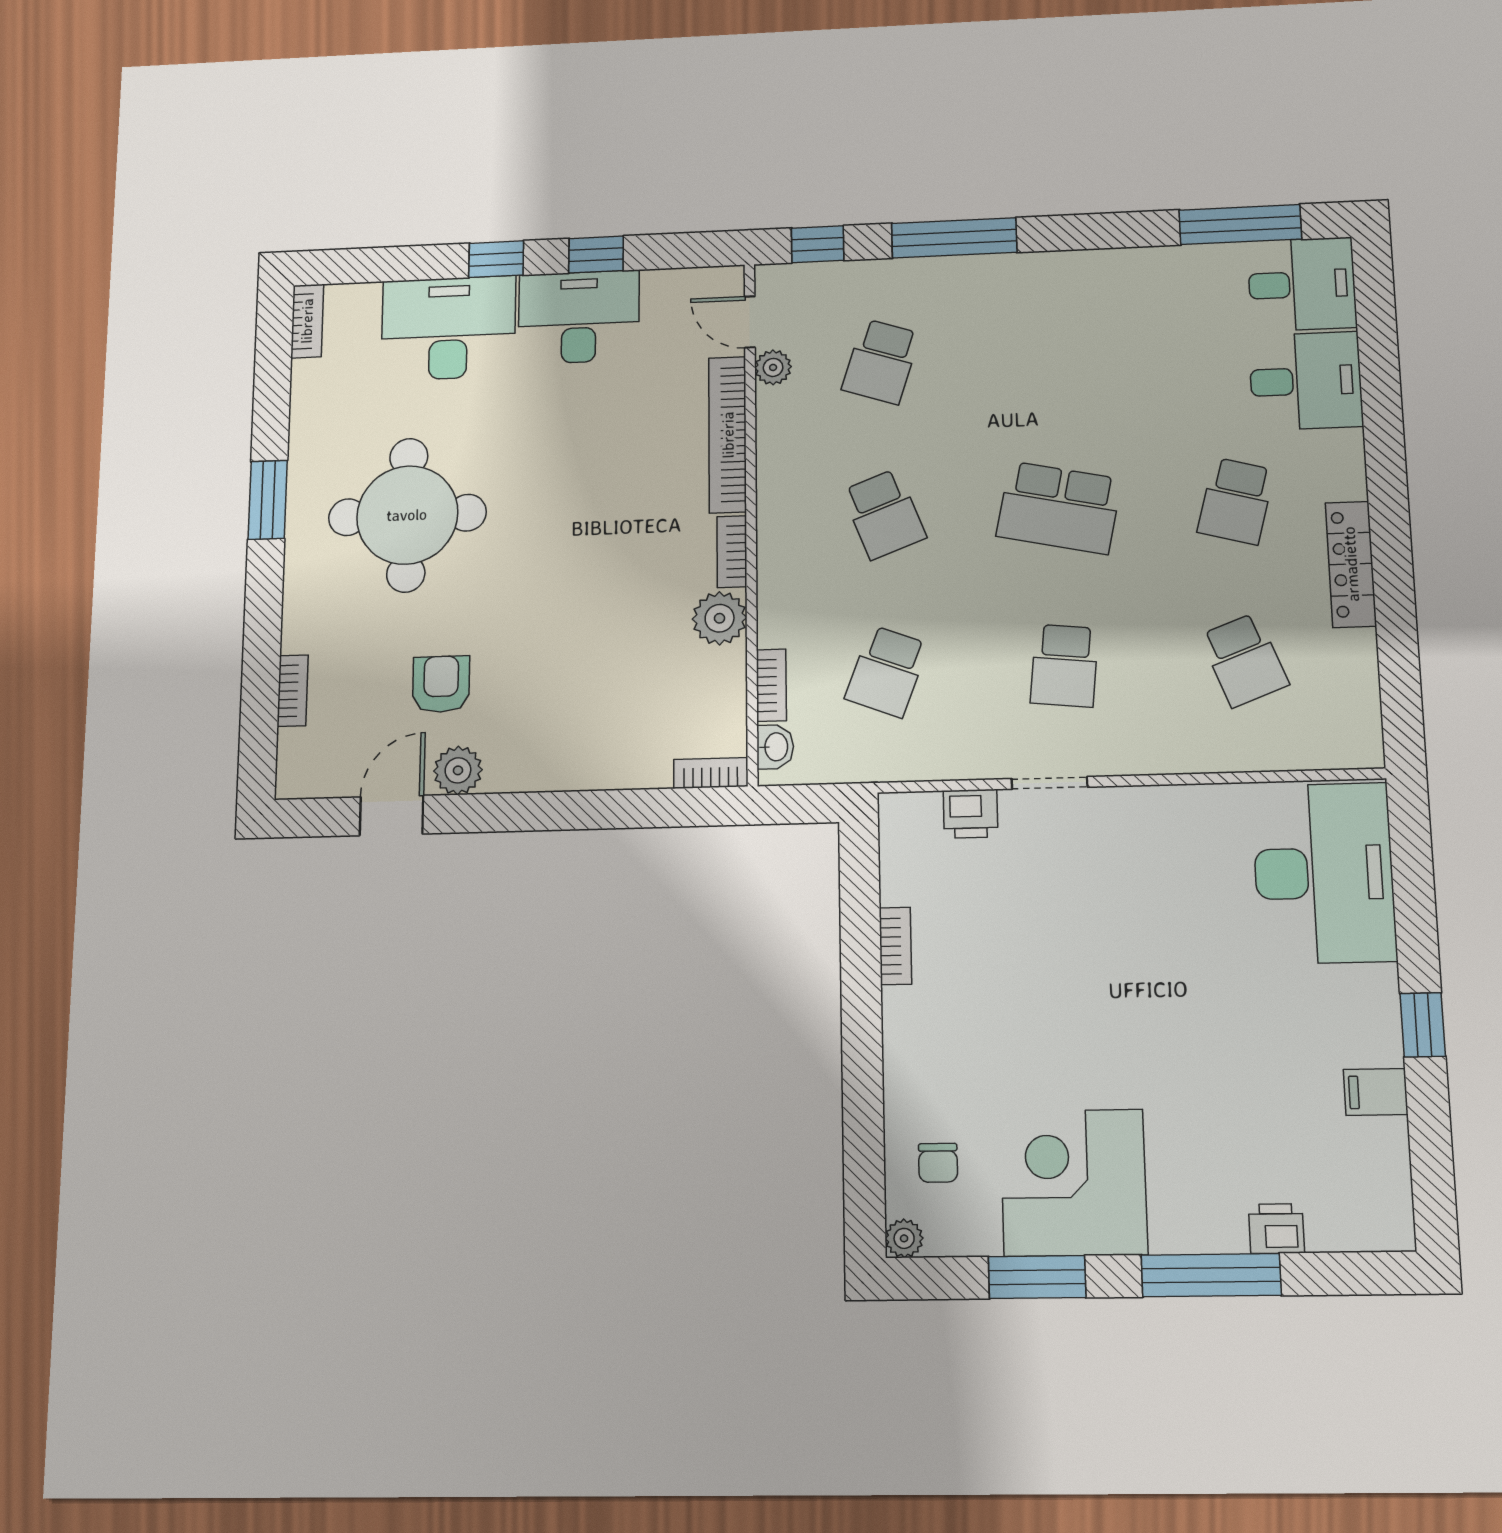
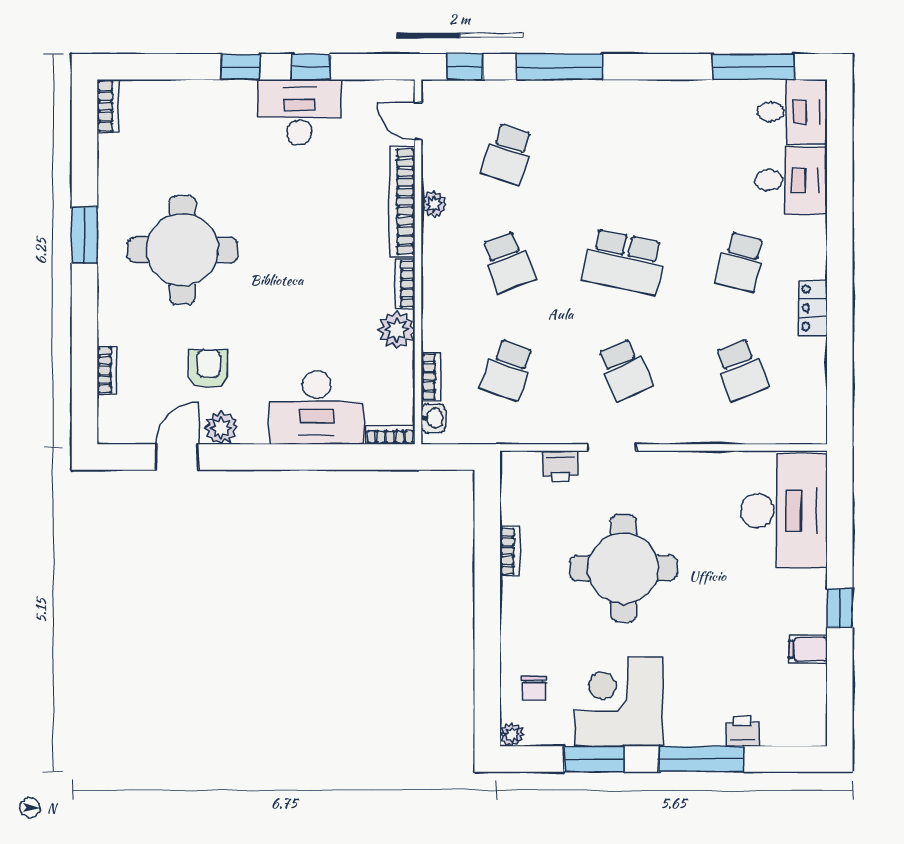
desk: (448, 328) -> (317, 408), moved, turned 180
plant: (773, 367) -> (434, 204), moved
locker: (1351, 564) -> (813, 308), width x0.66
school desk: (1064, 666) -> (624, 370), turned -30
round table: (1074, 969) -> (623, 568), added

